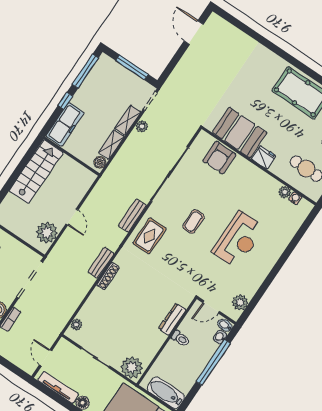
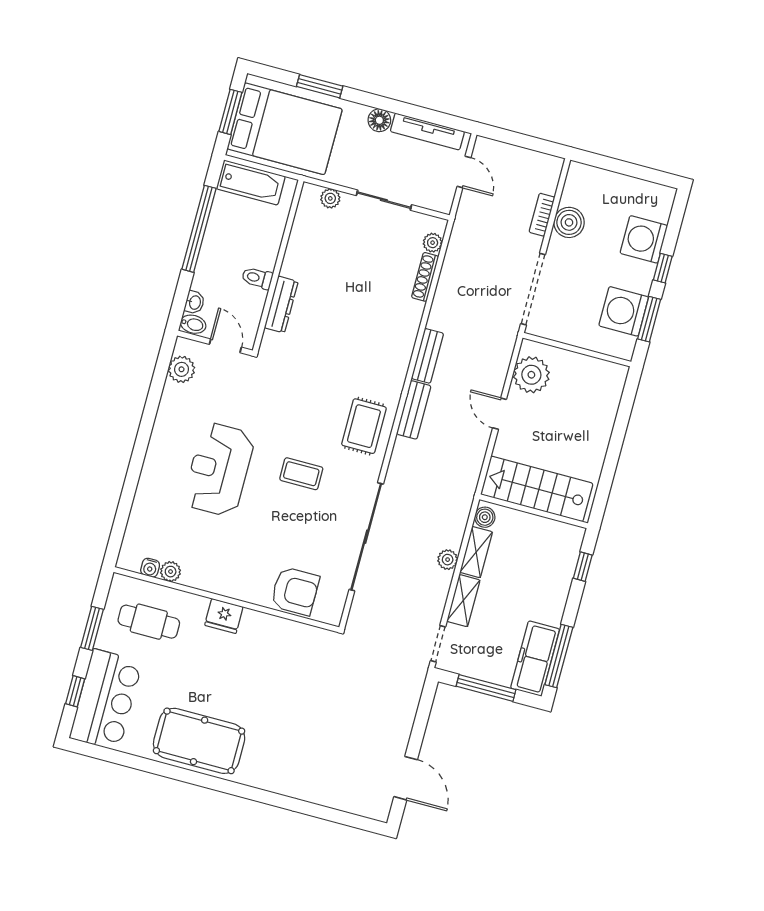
window: (65, 101) -> (583, 567), moved
freezer: (65, 124) -> (535, 659), moved
plant: (142, 126) -> (448, 560), moved
booth: (240, 133) -> (276, 643), removed
armchair: (219, 158) -> (295, 591), turned 90
stairs: (36, 172) -> (537, 489), moved, turned 90
bench: (132, 215) -> (414, 410), moved
coffee table: (193, 222) -> (301, 474), turned 90
shoe rack: (108, 276) -> (425, 277), moved
door: (211, 307) -> (225, 346), hinge flipped
window: (213, 362) -> (199, 229), moved
plant: (132, 367) -> (330, 198), width x0.53, depth x0.53

